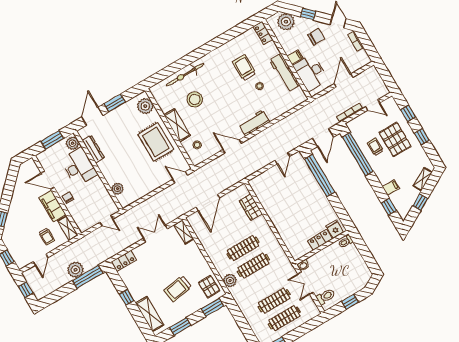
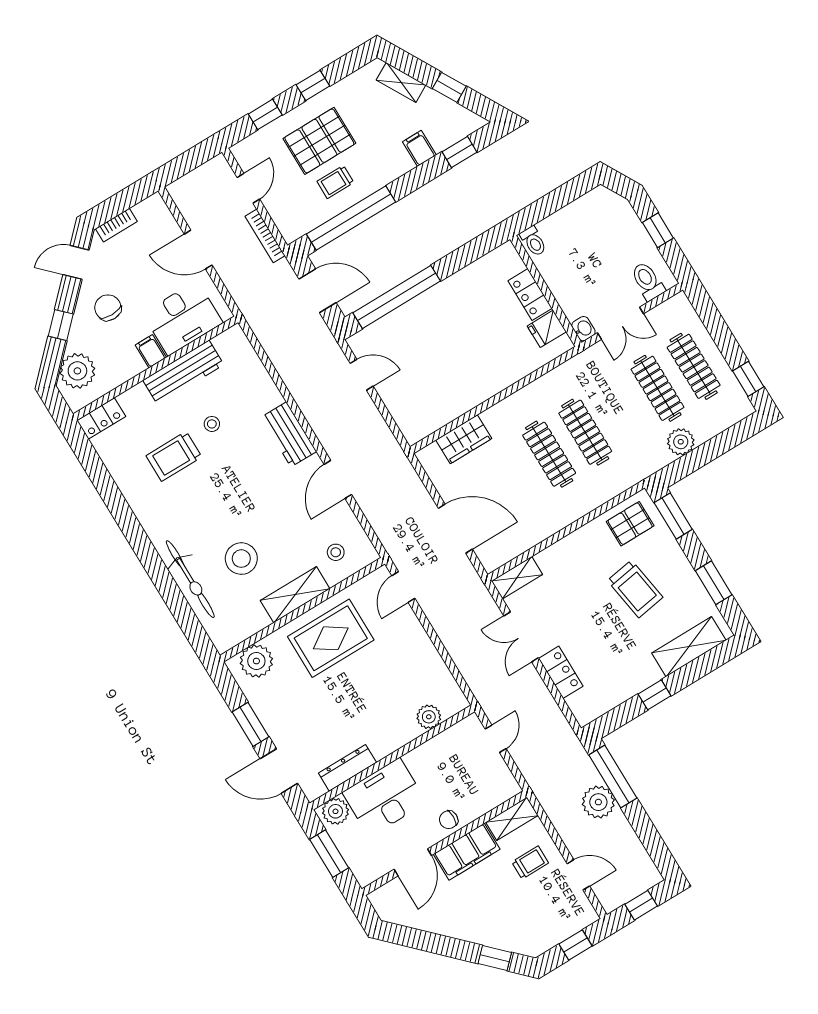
fridge: (335, 229) -> (547, 329), moved
locker: (124, 261) -> (561, 672), moved
plant: (230, 281) -> (681, 442), moved

